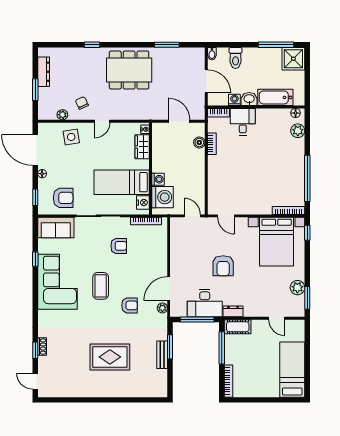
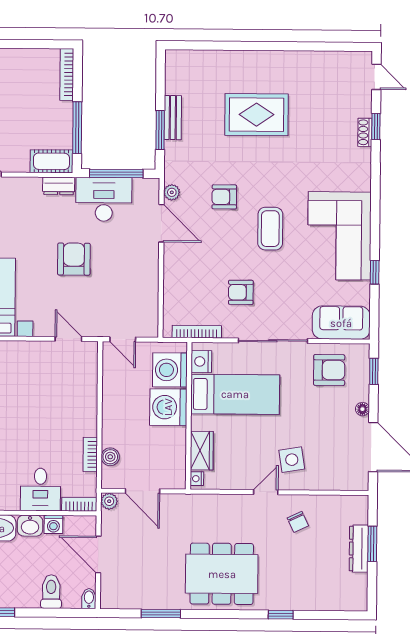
dresser: (44, 72) -> (359, 549), moved
plant: (62, 115) -> (109, 501), moved
side table: (71, 137) -> (292, 460), moved
washing machine: (158, 179) -> (168, 407), width x1.89, depth x1.89
armchair: (63, 198) -> (329, 370), turned 180
door: (169, 289) -> (161, 223), hinge flipped

